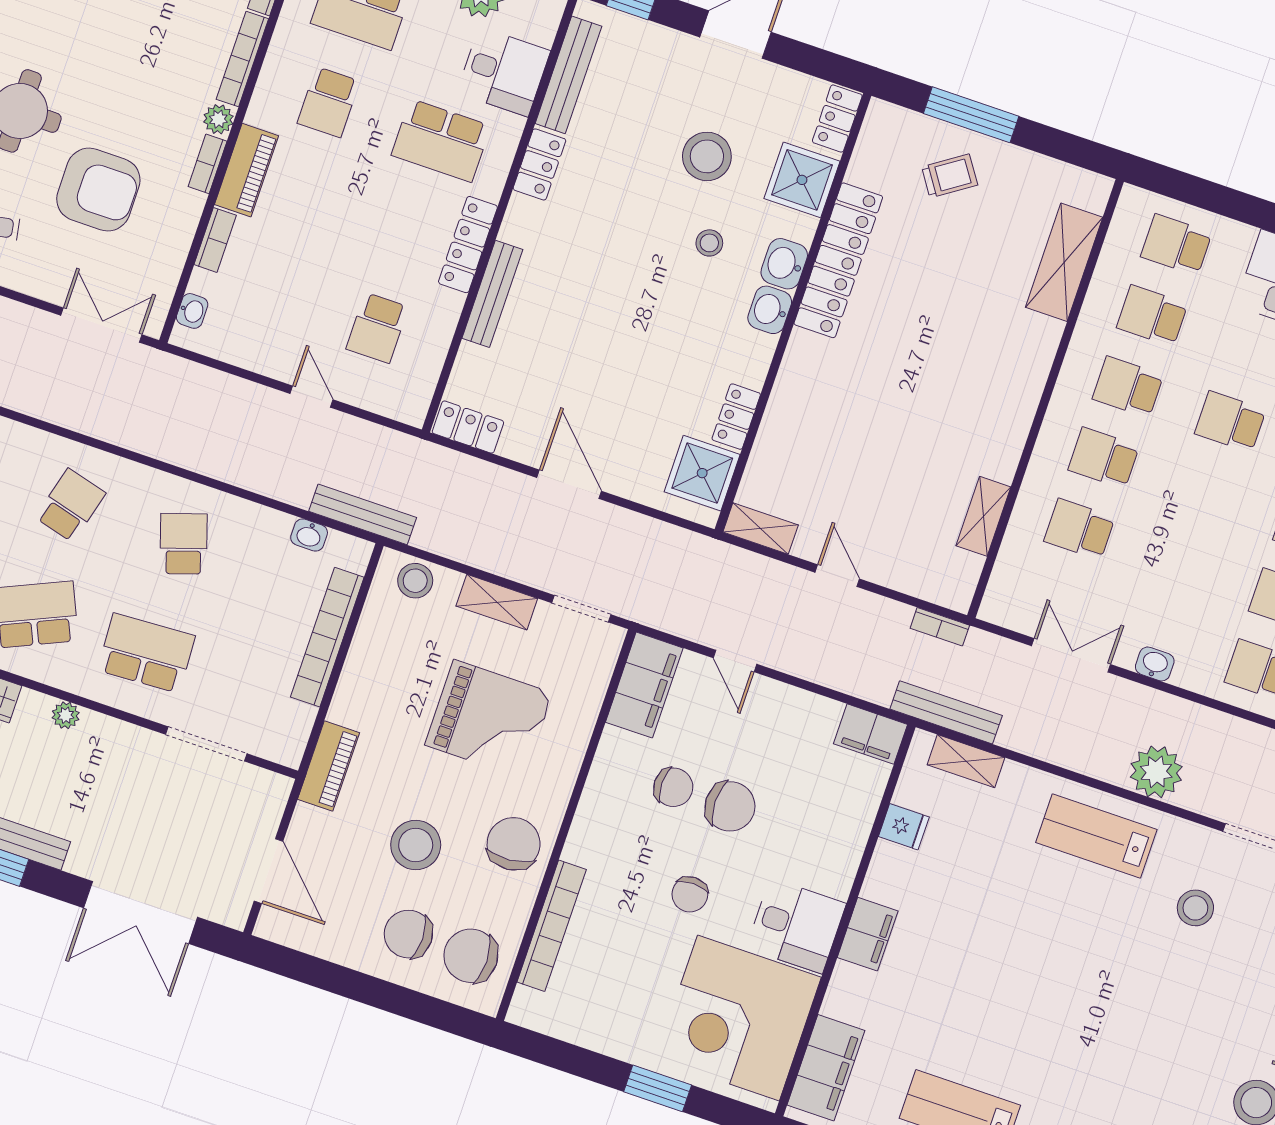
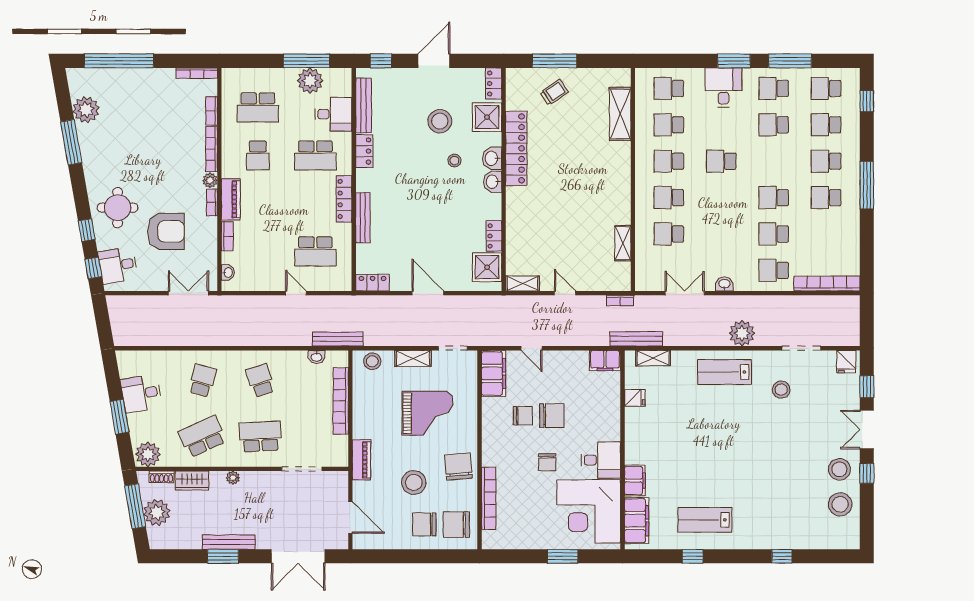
school desk: (377, 328) -> (315, 251), width x1.85
filing cabinet: (868, 934) -> (635, 481), moved

